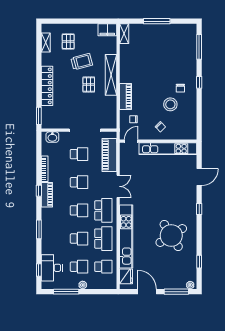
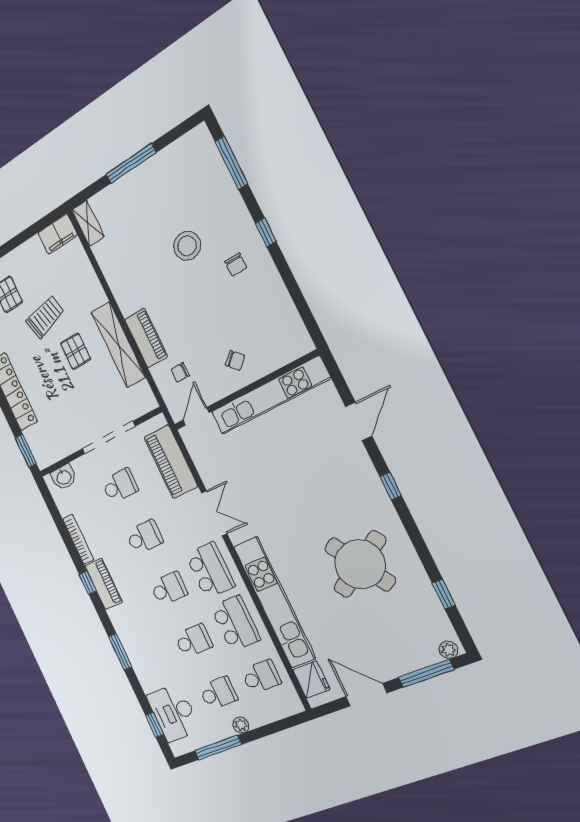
shelving: (111, 75) -> (118, 345), moved
stool: (170, 104) -> (187, 246), moved

